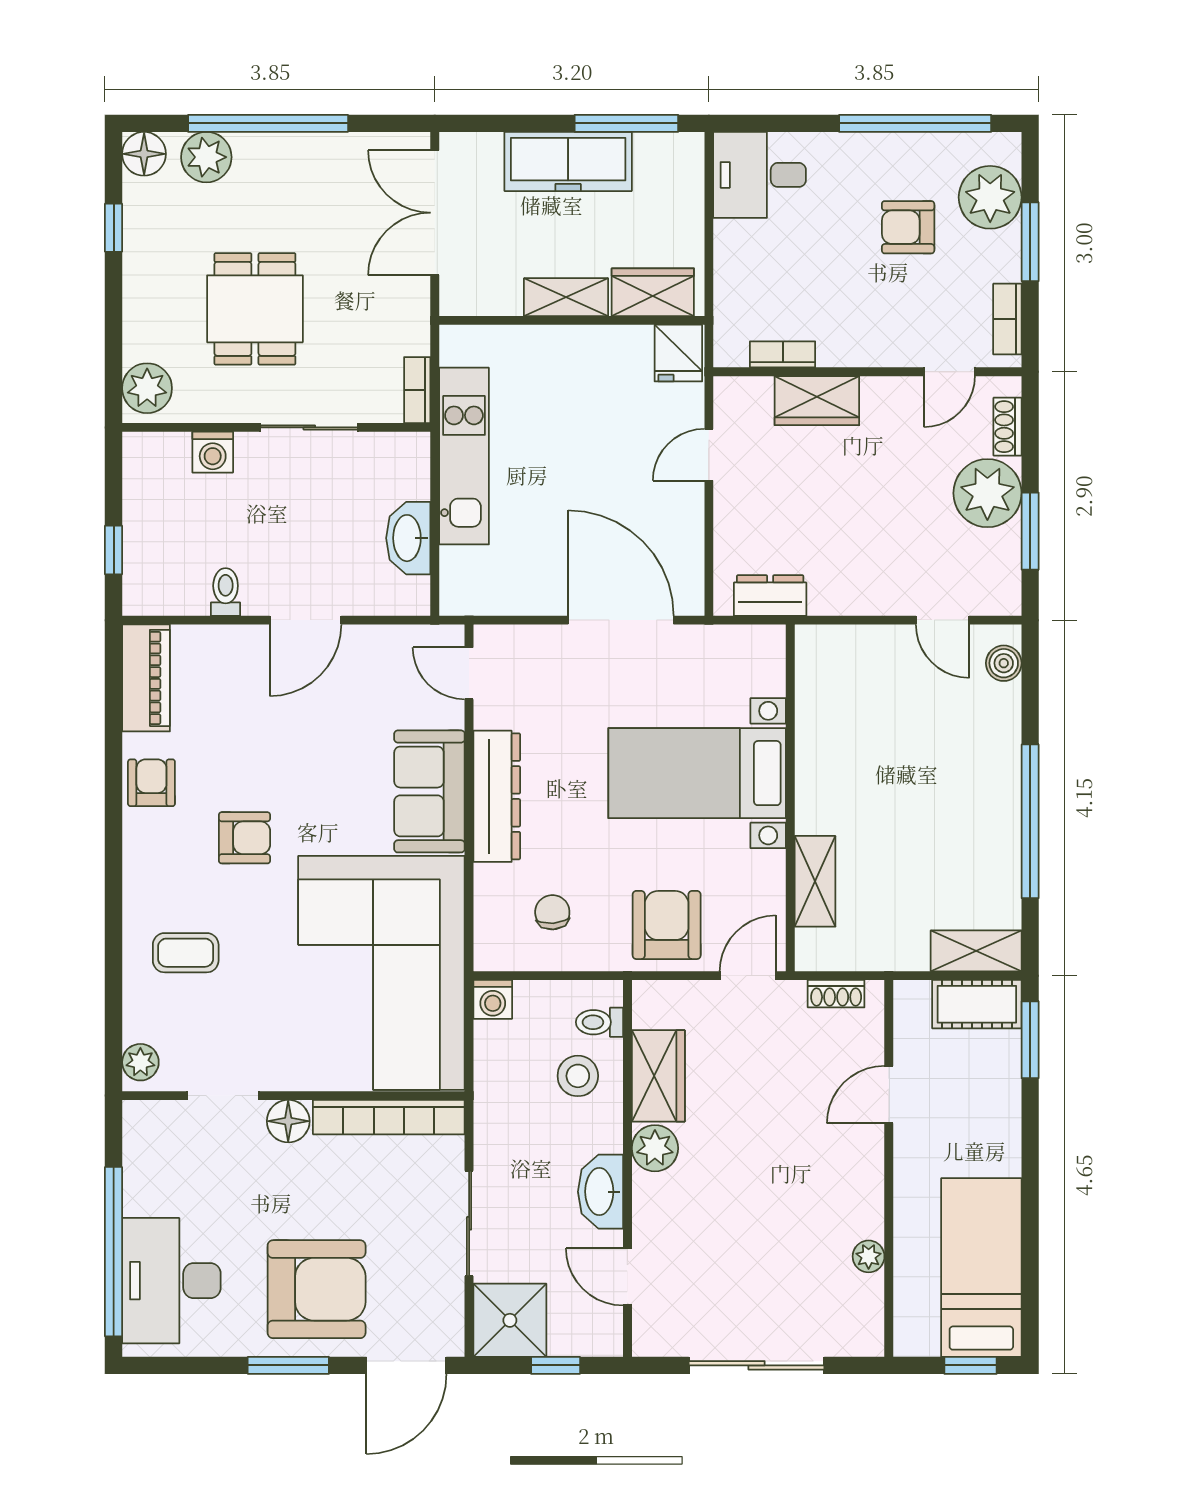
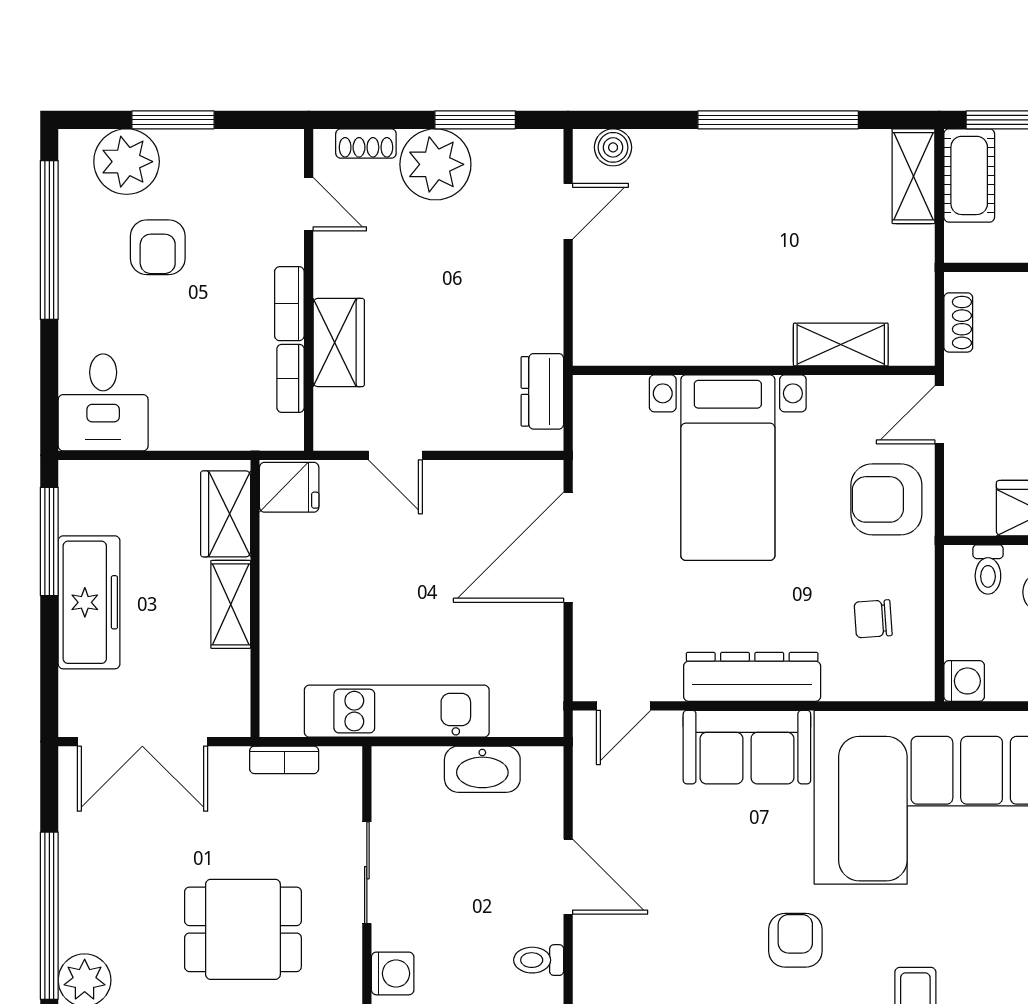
bookcase: (1007, 319) -> (289, 304), moved, turned 90
bookcase: (417, 390) -> (284, 760), moved
door: (748, 976) -> (939, 415), hinge flipped

